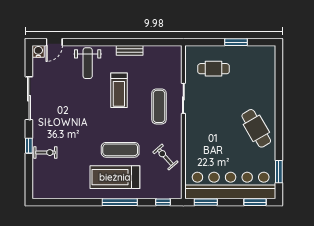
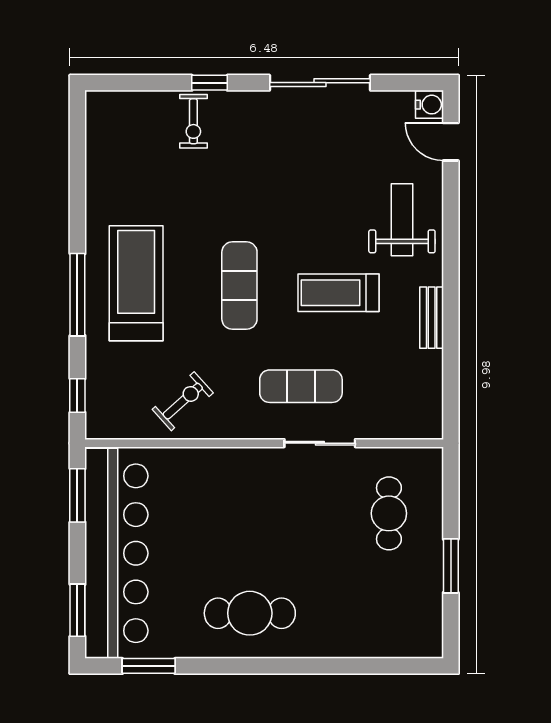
weight bench: (88, 63) -> (402, 220), turned 90
cafe table: (256, 128) -> (250, 613), turned 30
exercise mat: (120, 150) -> (239, 286), moved

